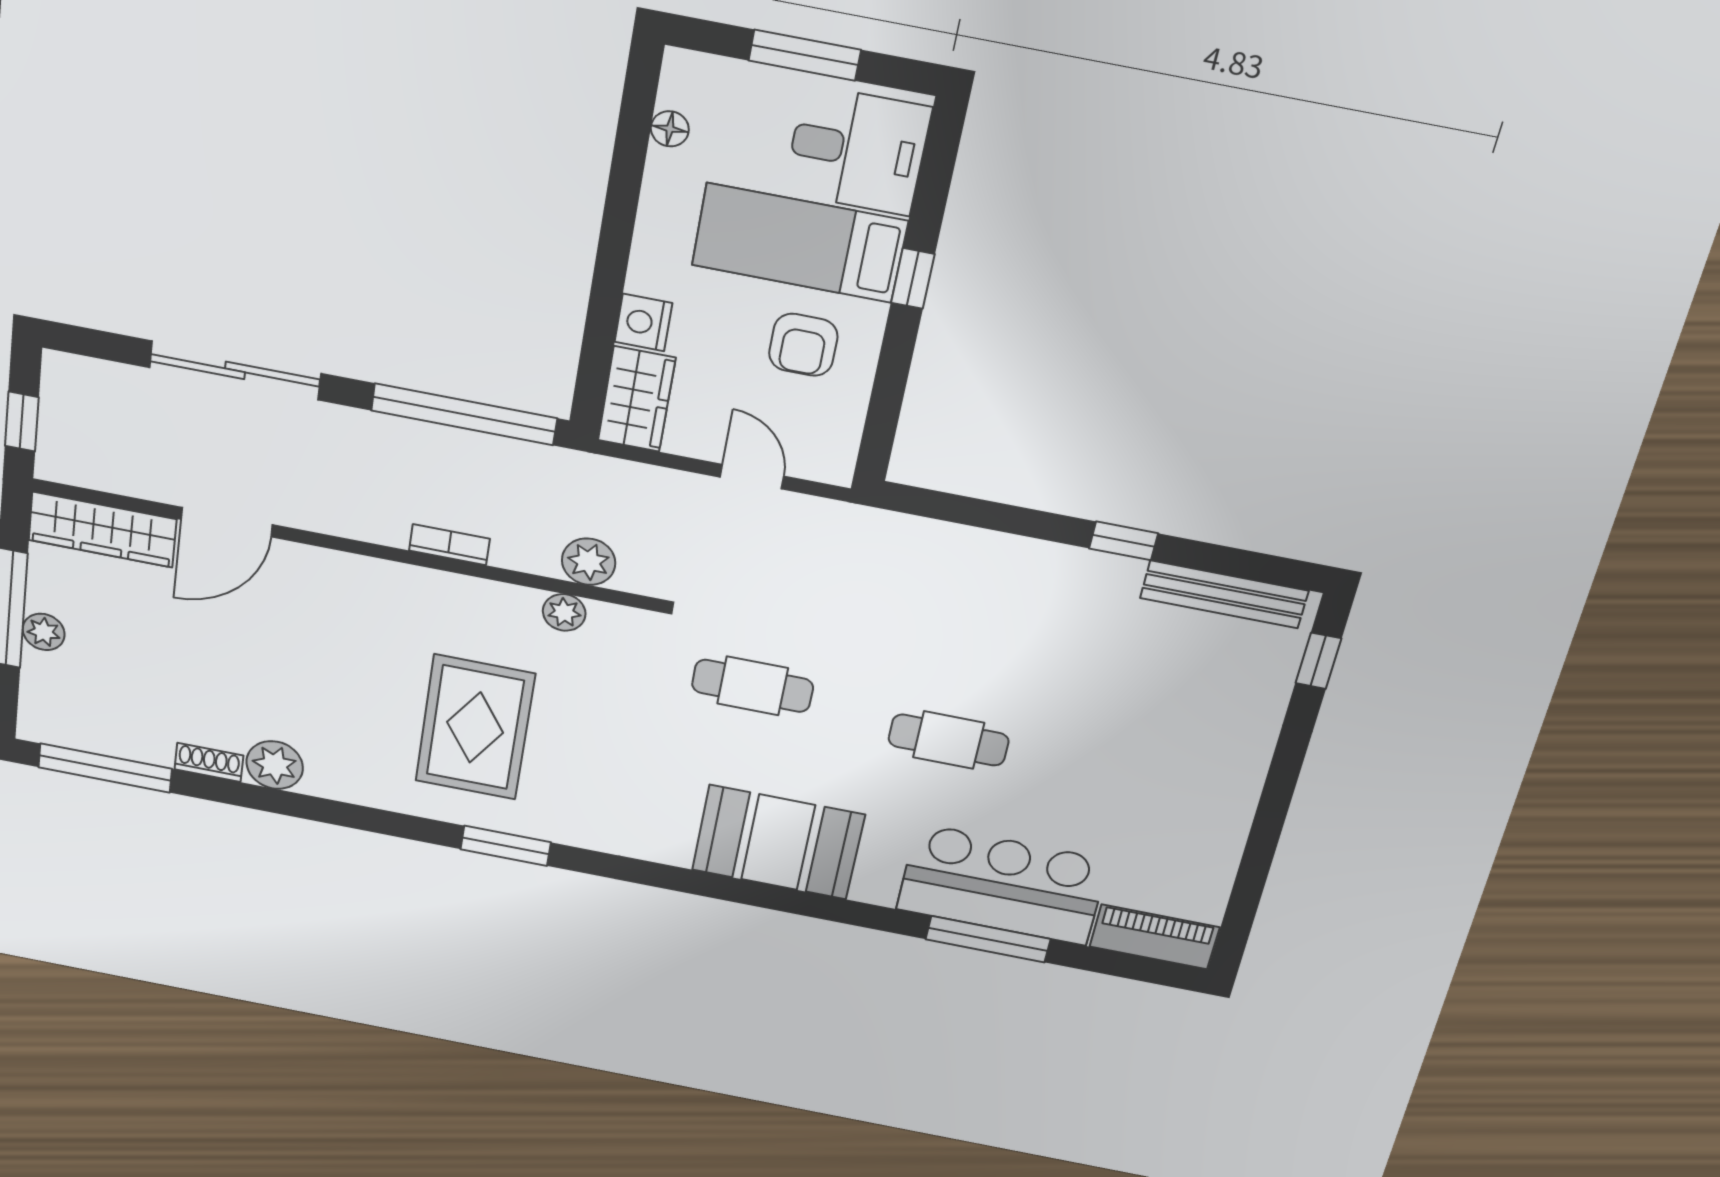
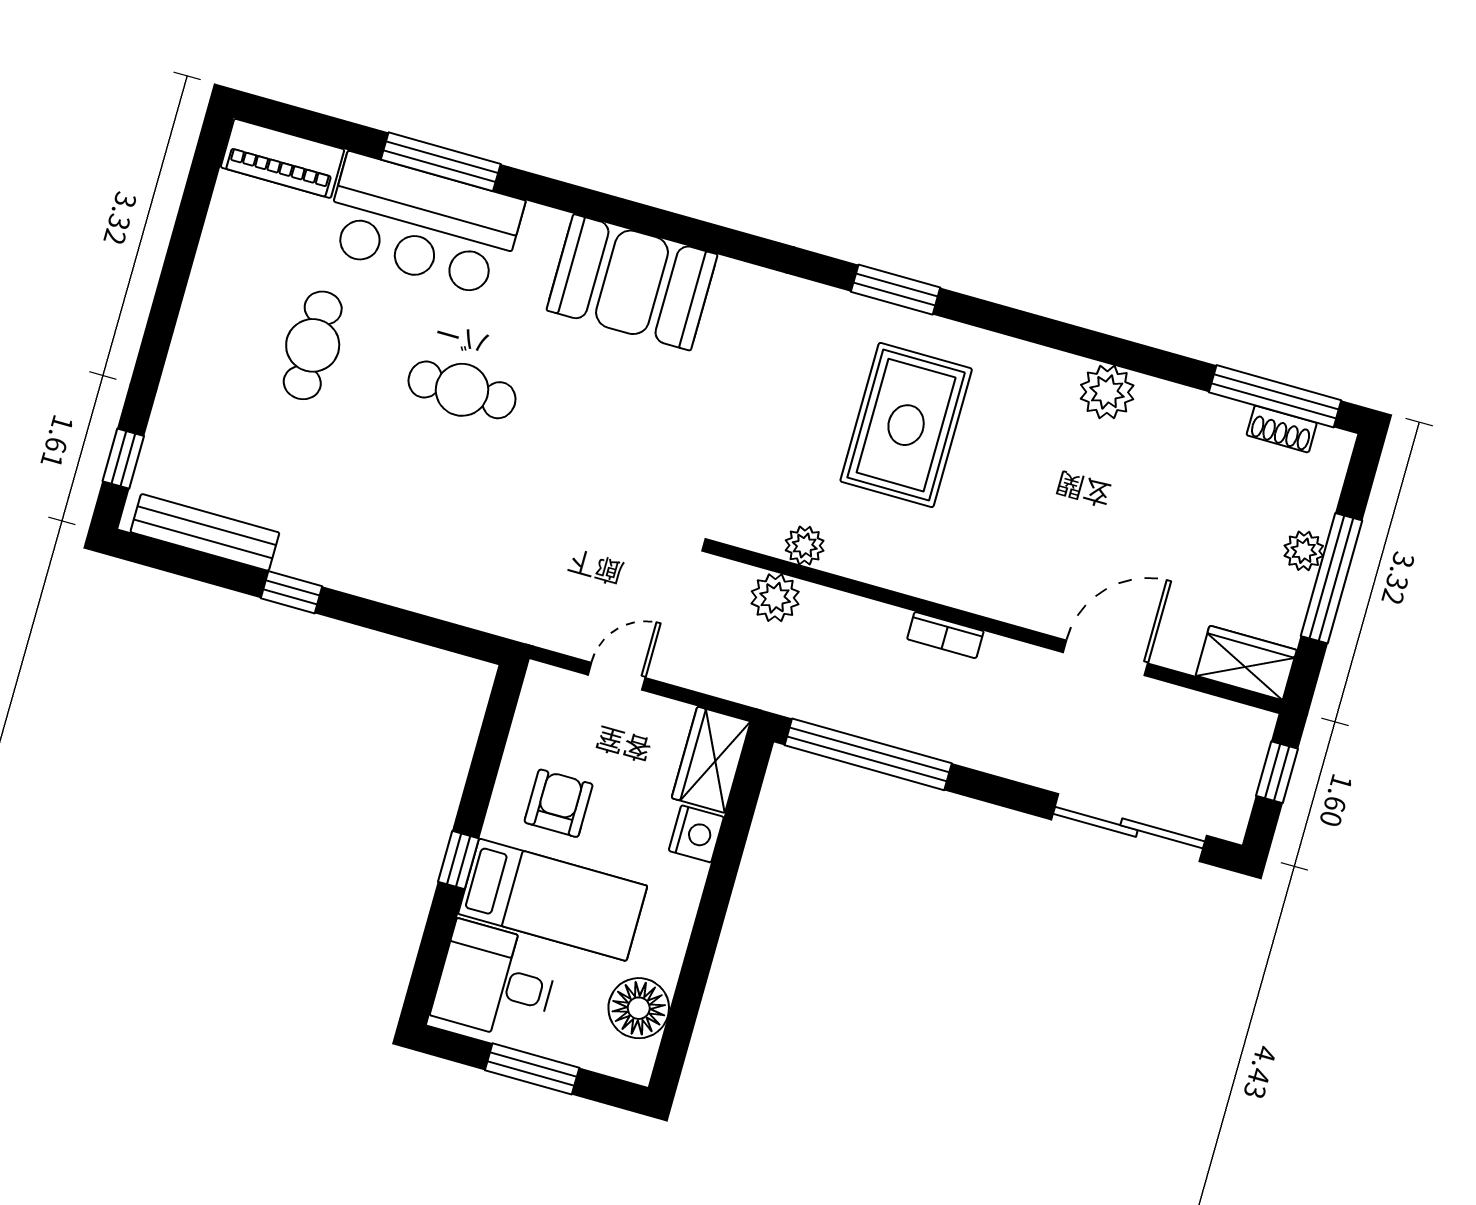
floor lamp: (670, 129) -> (639, 1008), width x1.89, depth x1.89
sliding door: (235, 370) -> (1129, 828), moved
door: (752, 477) -> (617, 676), swing flipped
wardrobe: (102, 530) -> (1246, 663), width x0.67
bookcase: (449, 545) -> (945, 635), moved
cafe table: (753, 686) -> (313, 345), moved, turned 90
shoe rack: (209, 762) -> (1282, 429), moved

